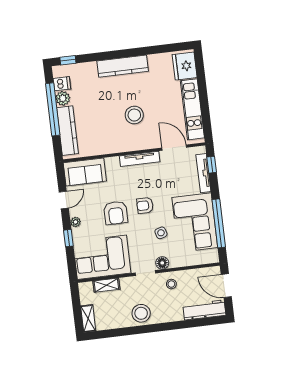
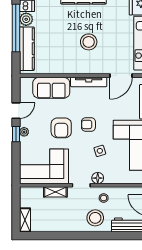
door: (174, 148) -> (121, 76), swing flipped
sofa: (85, 172) -> (51, 88), moved
window: (68, 238) -> (16, 134), moved
shelving: (106, 285) -> (55, 192), moved
stool: (141, 313) -> (95, 218), moved

